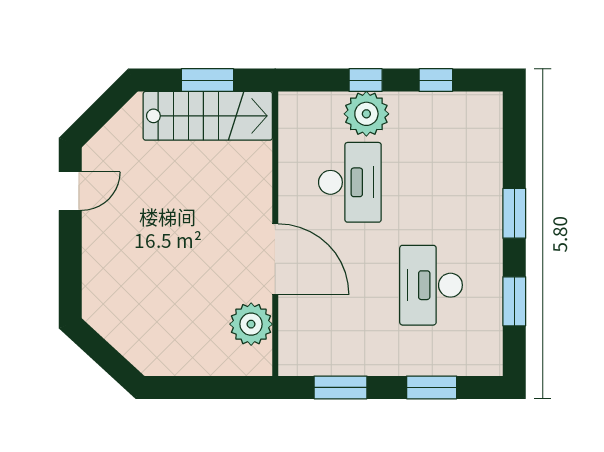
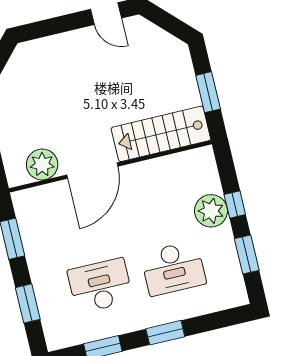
window: (436, 80) -> (247, 254), width x1.50
stairs: (208, 116) -> (161, 134), moved, turned 90
desk: (350, 182) -> (173, 268), moved

